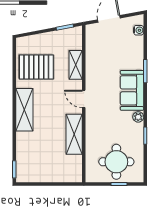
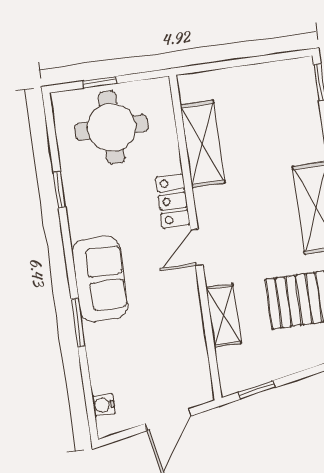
door: (84, 99) -> (197, 247), swing flipped
plant: (138, 117) -> (79, 226), removed
locker: (92, 123) -> (173, 201), added
shelving: (74, 134) -> (203, 144), moved

